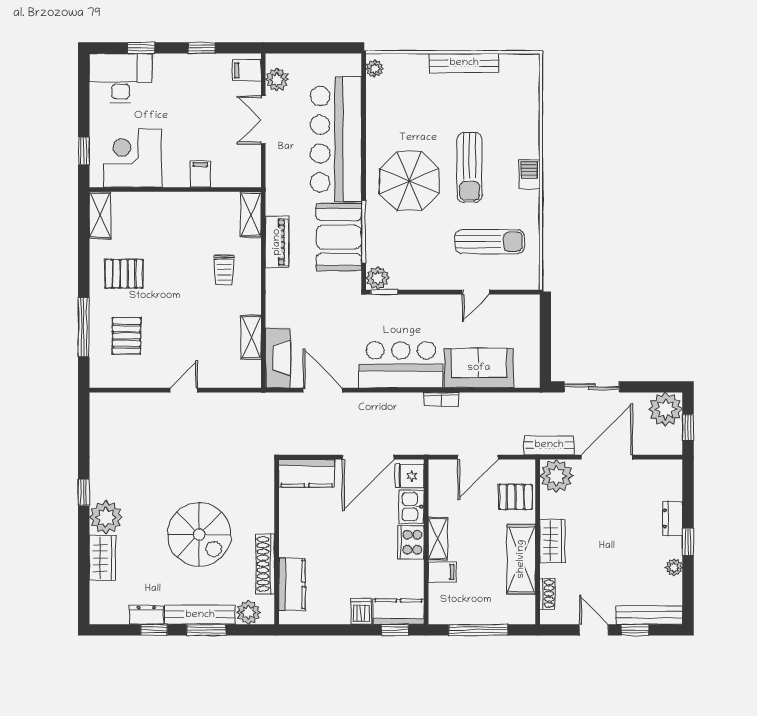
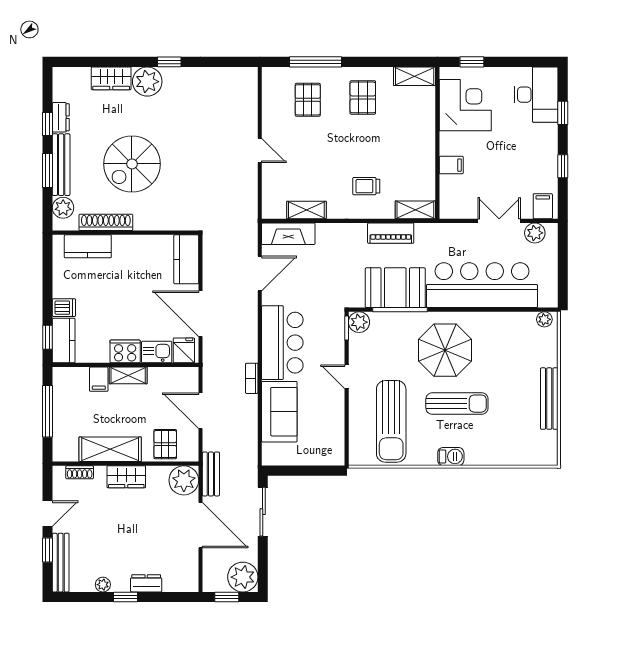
sun lounger: (470, 167) -> (457, 404), turned 180
sun lounger: (490, 242) -> (391, 421), width x1.36, depth x1.34
door: (476, 292) -> (347, 377), moved
pallet: (127, 336) -> (308, 100), turned 90

